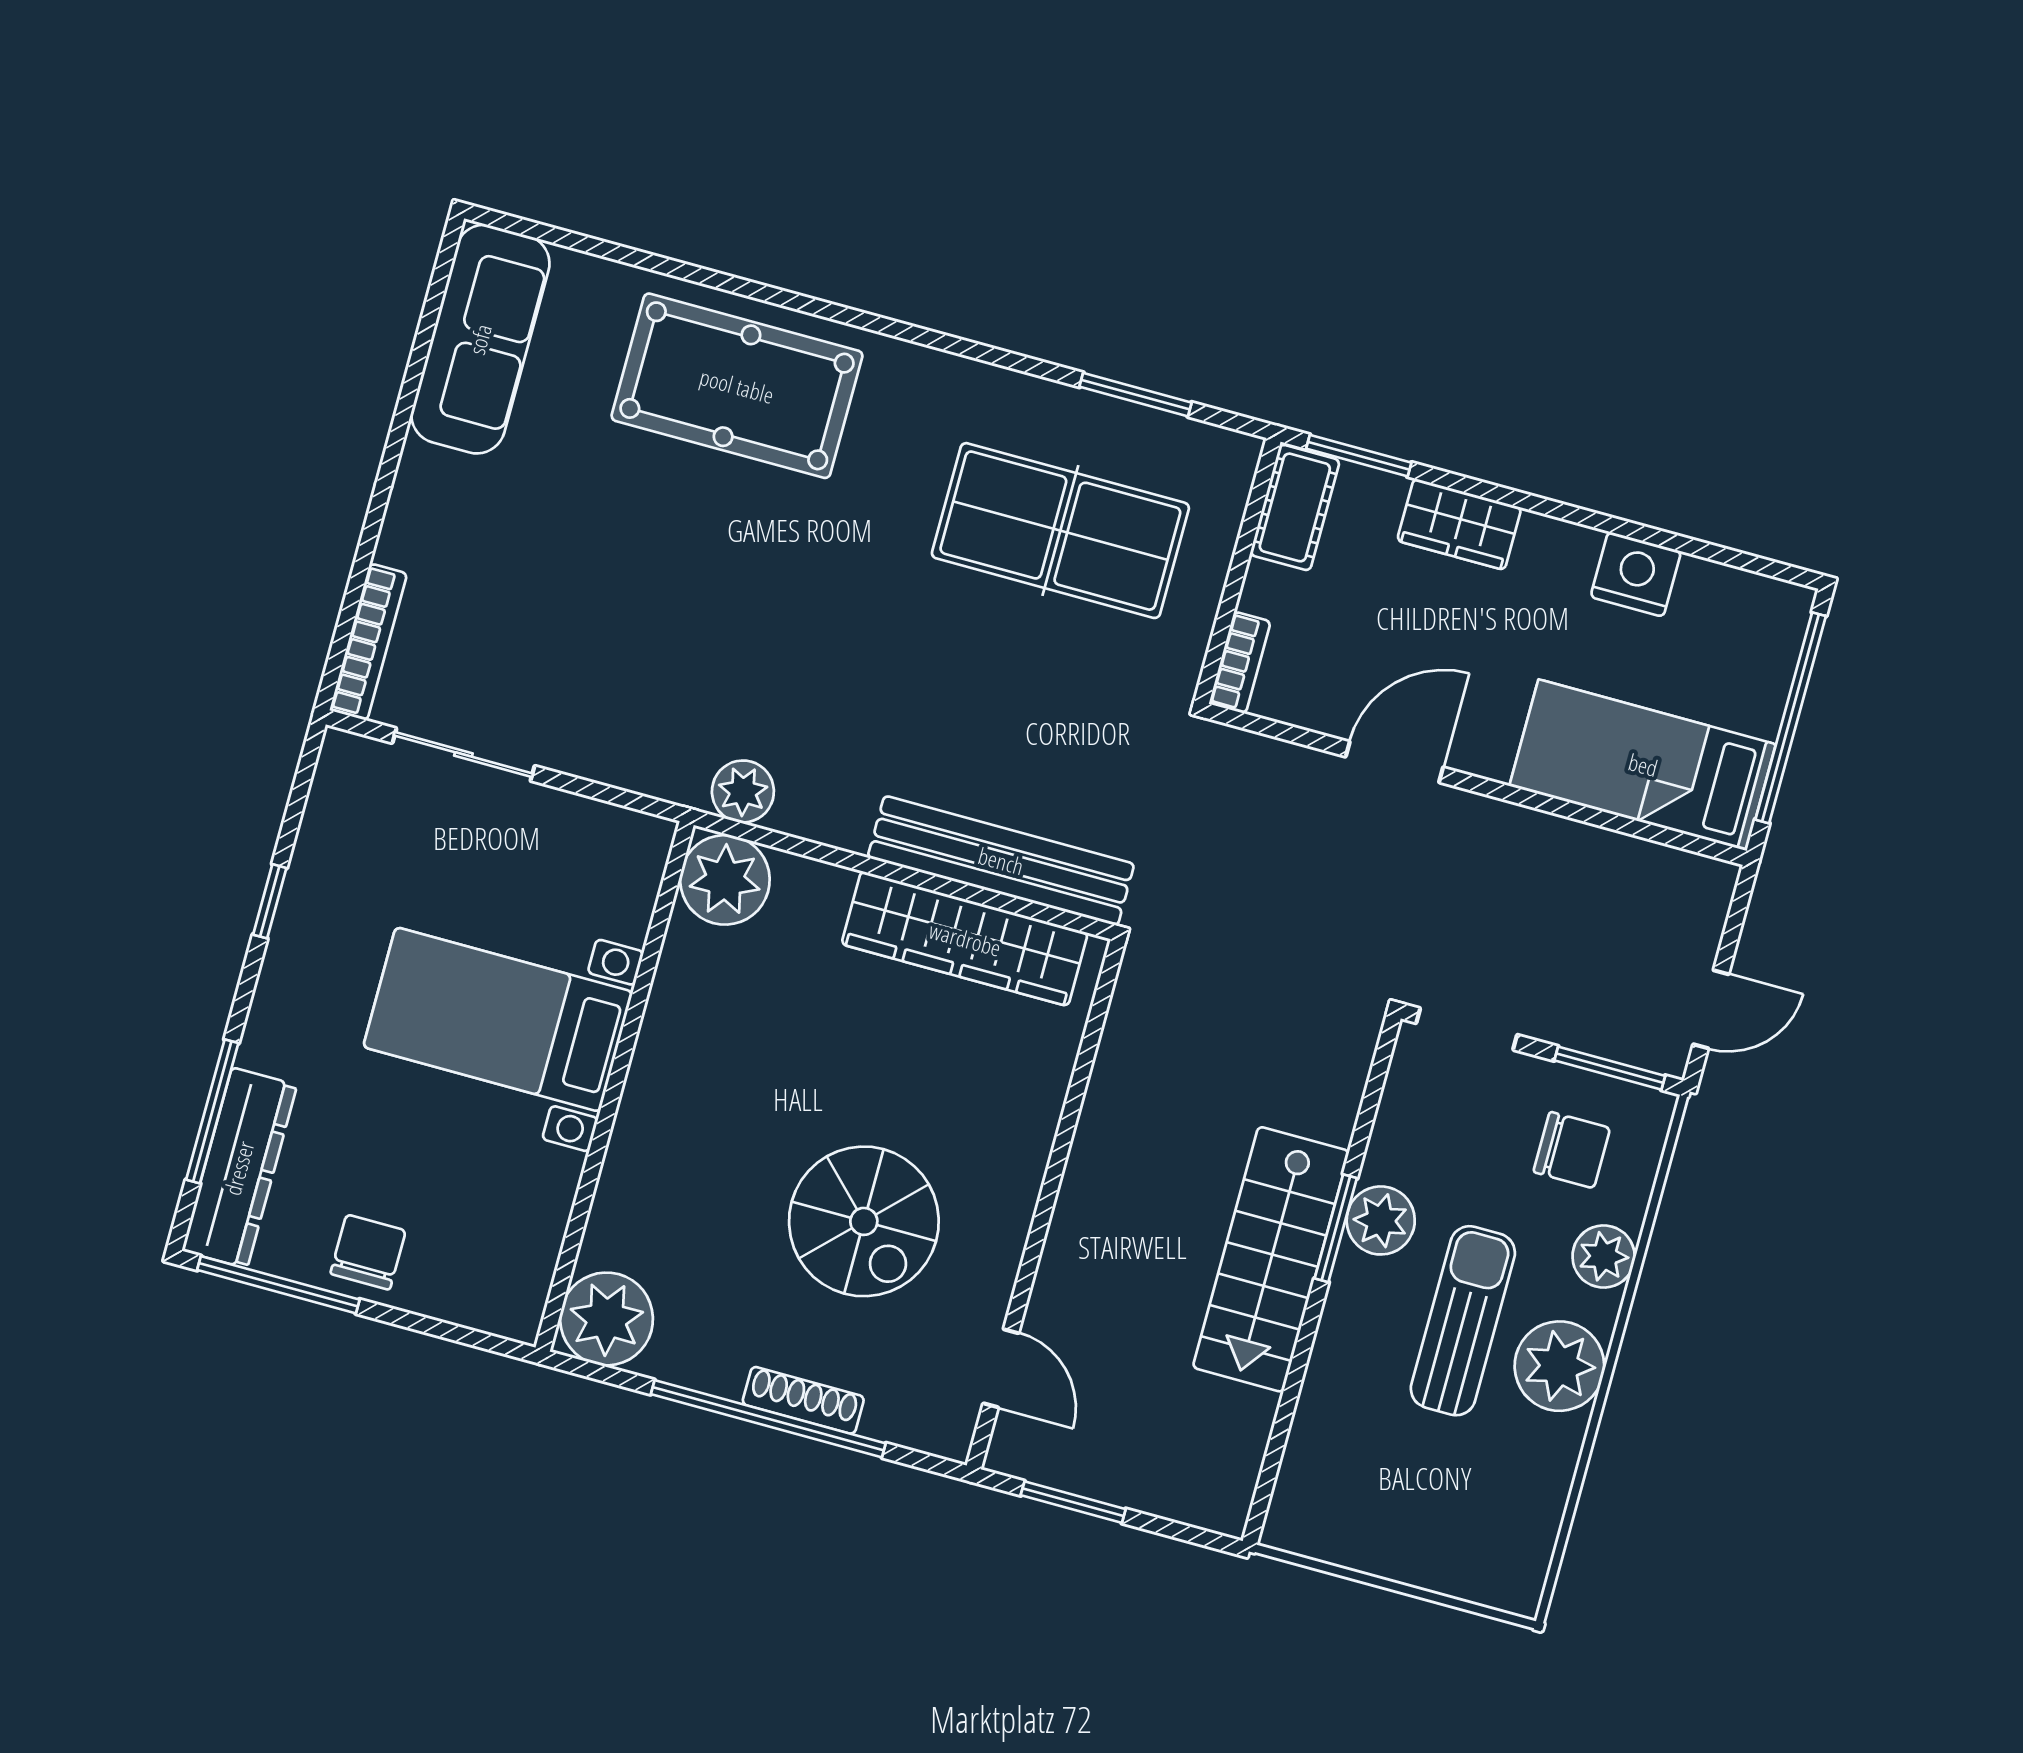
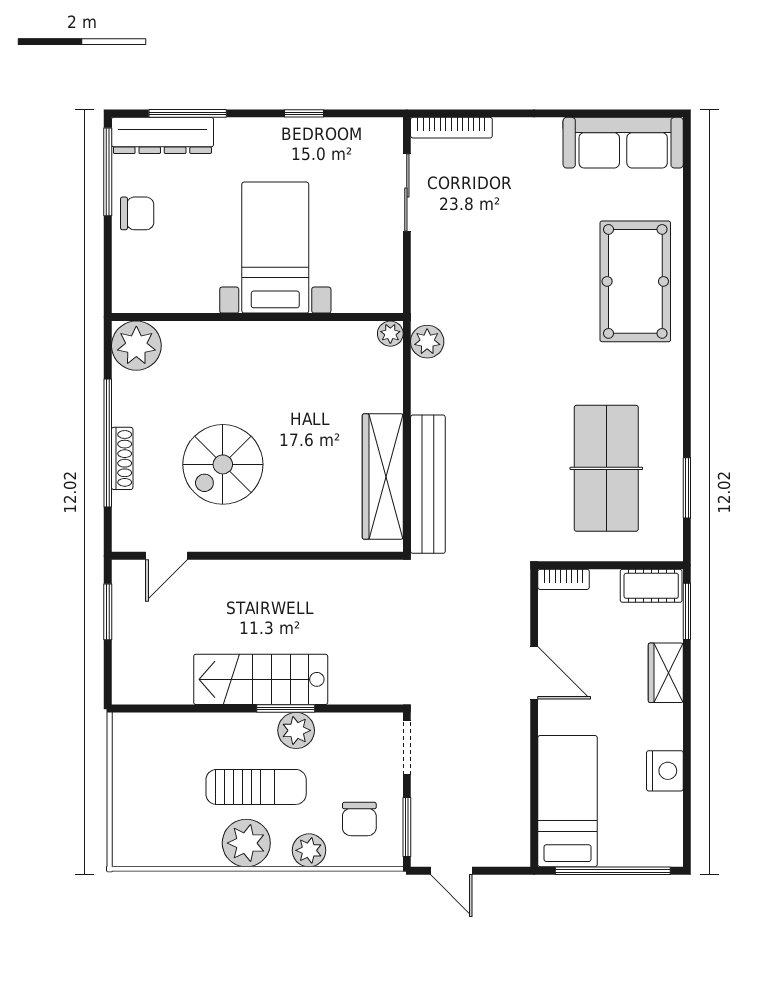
plant: (725, 880) -> (390, 334), width x0.53, depth x0.53

